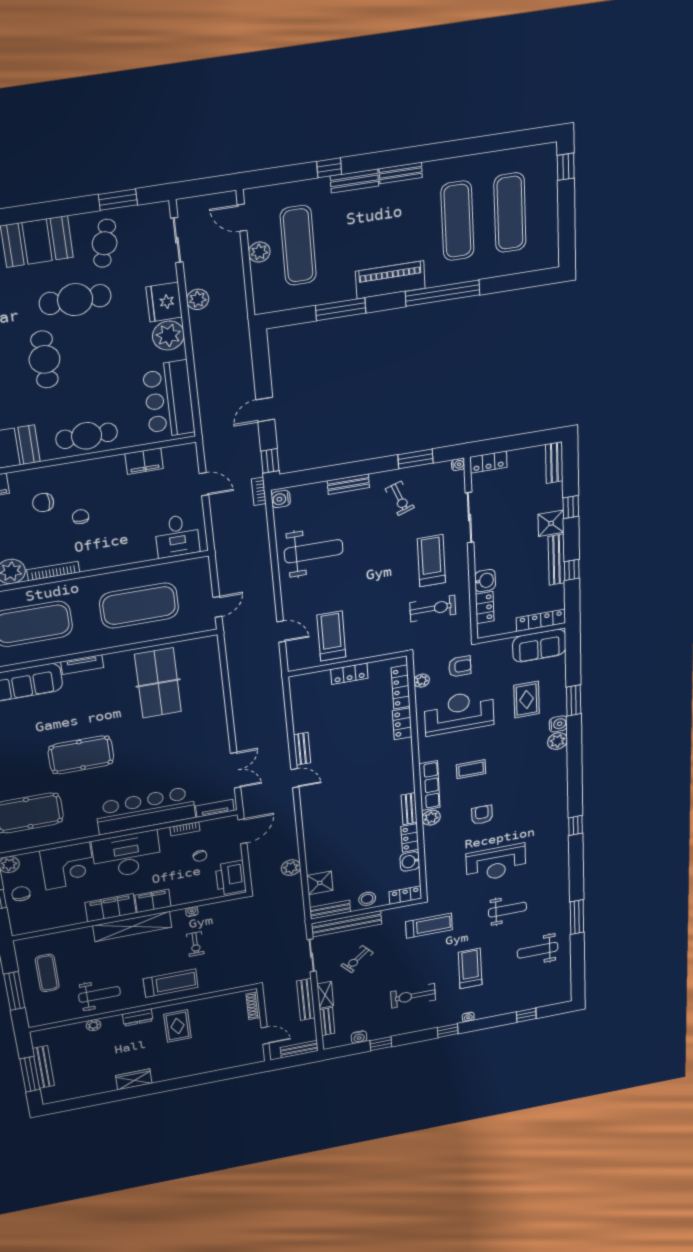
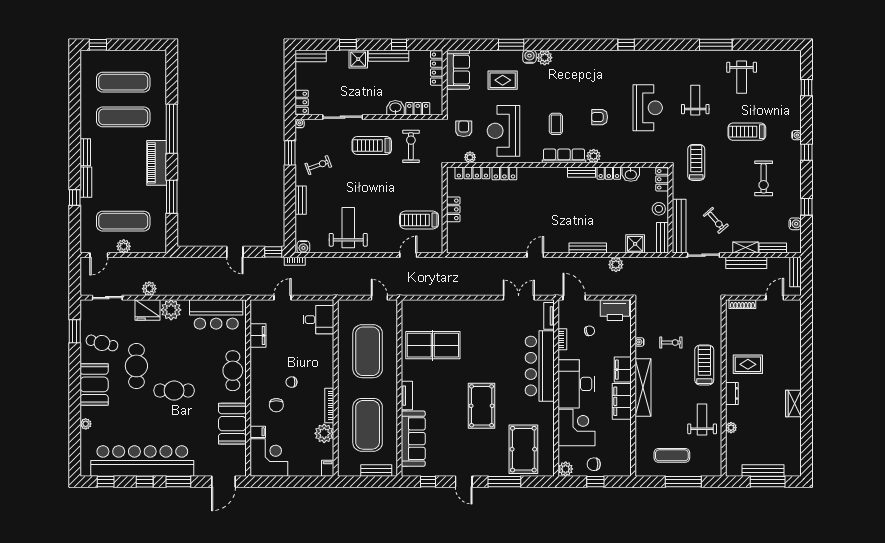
bench: (302, 749) -> (588, 248), moved, width x1.36

